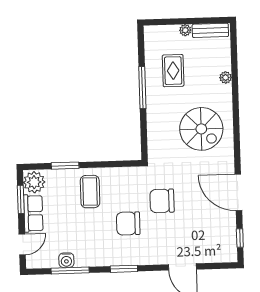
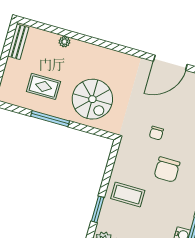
plant: (185, 30) -> (11, 64), removed
spiral stairs: (201, 129) -> (92, 99), moved, turned 90
chair: (162, 201) -> (156, 133), width x0.54, depth x0.54

